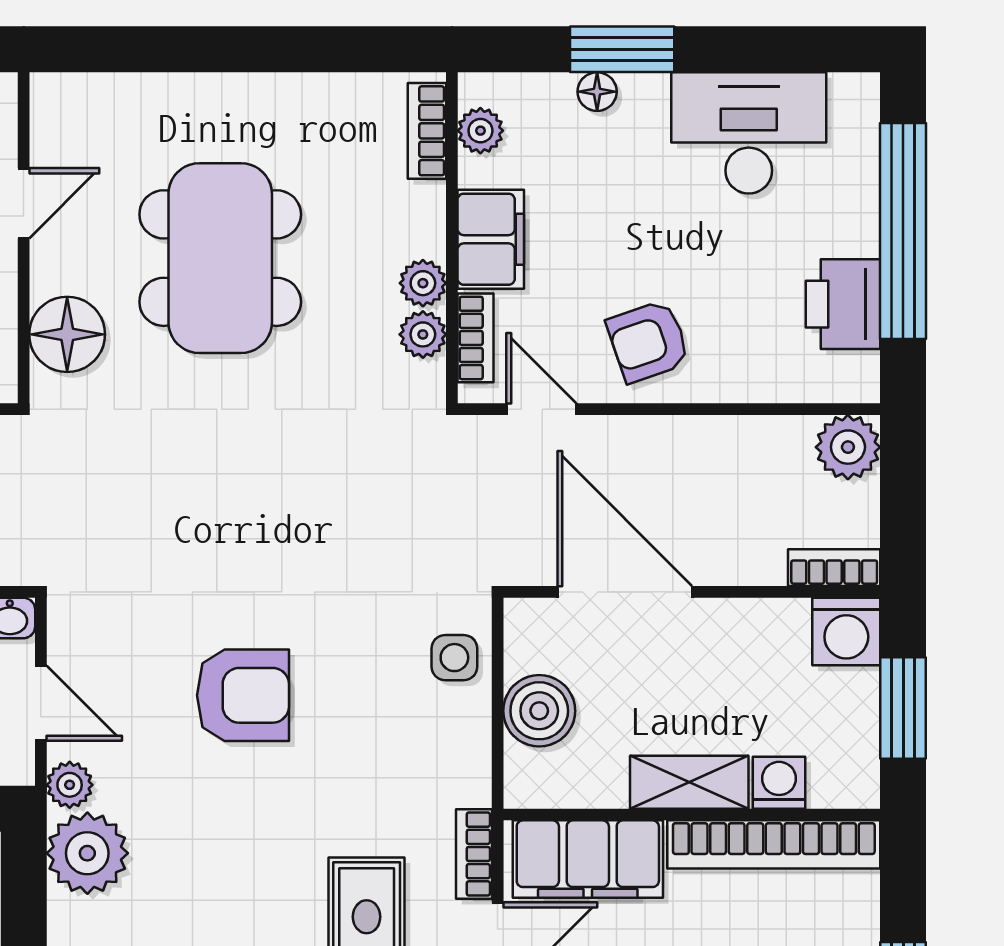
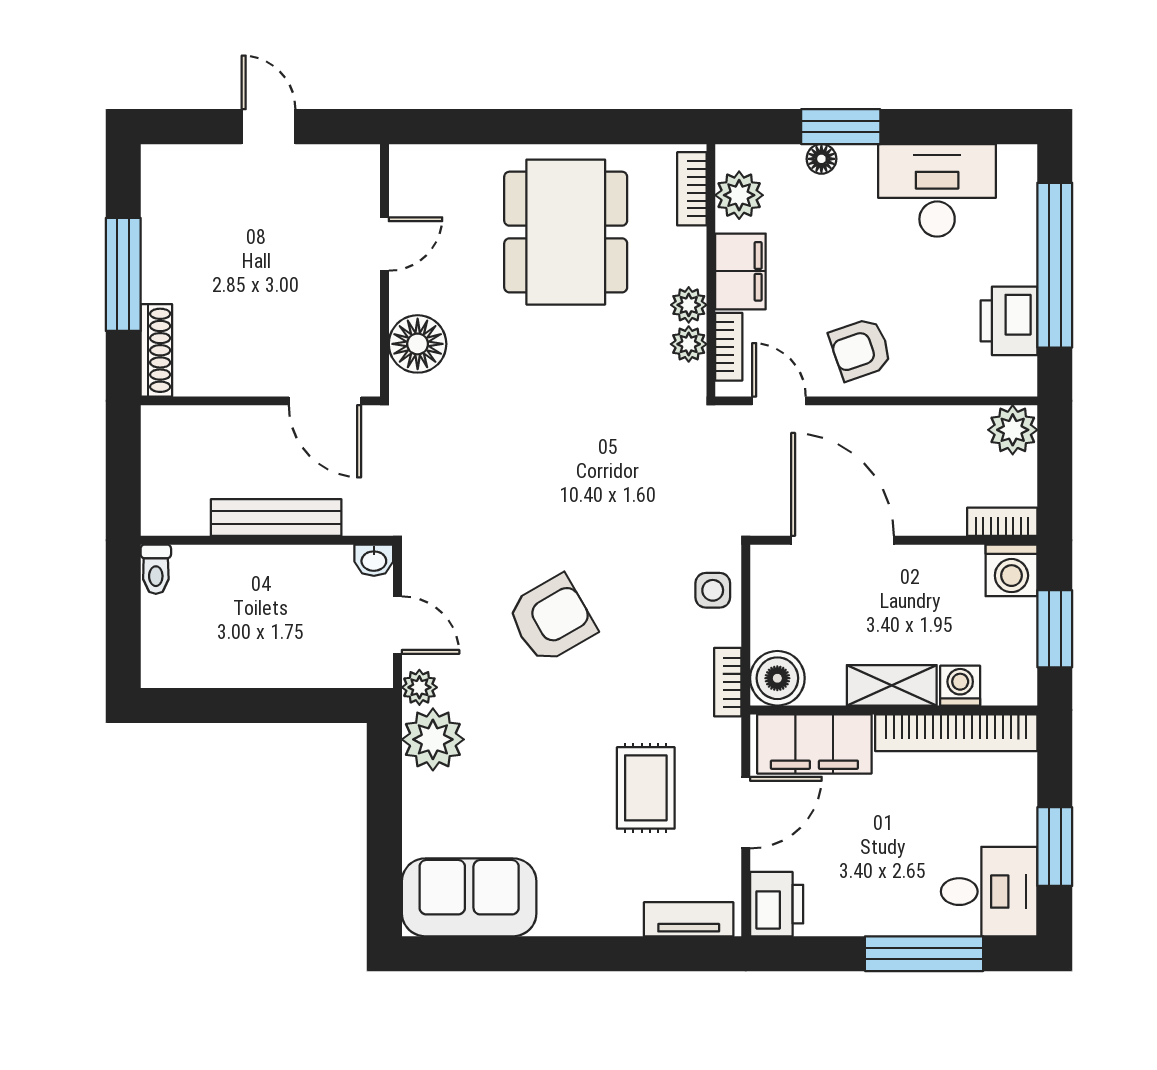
plant: (480, 131) -> (739, 195), width x1.38, depth x1.38
dining table: (220, 258) -> (566, 232), moved
armchair: (243, 695) -> (552, 619), turned -30
boiler: (539, 711) -> (777, 678), moved
bookcase: (474, 854) -> (728, 682), moved

